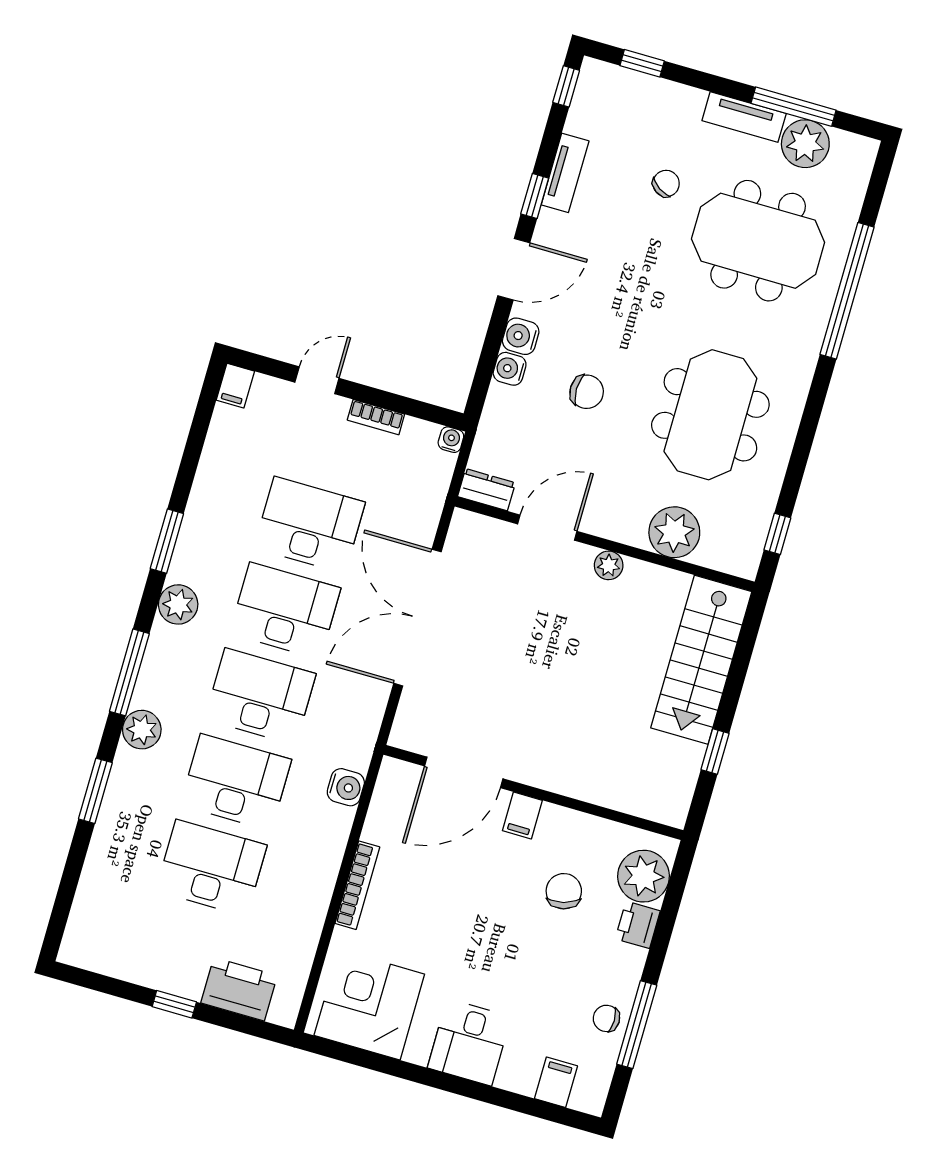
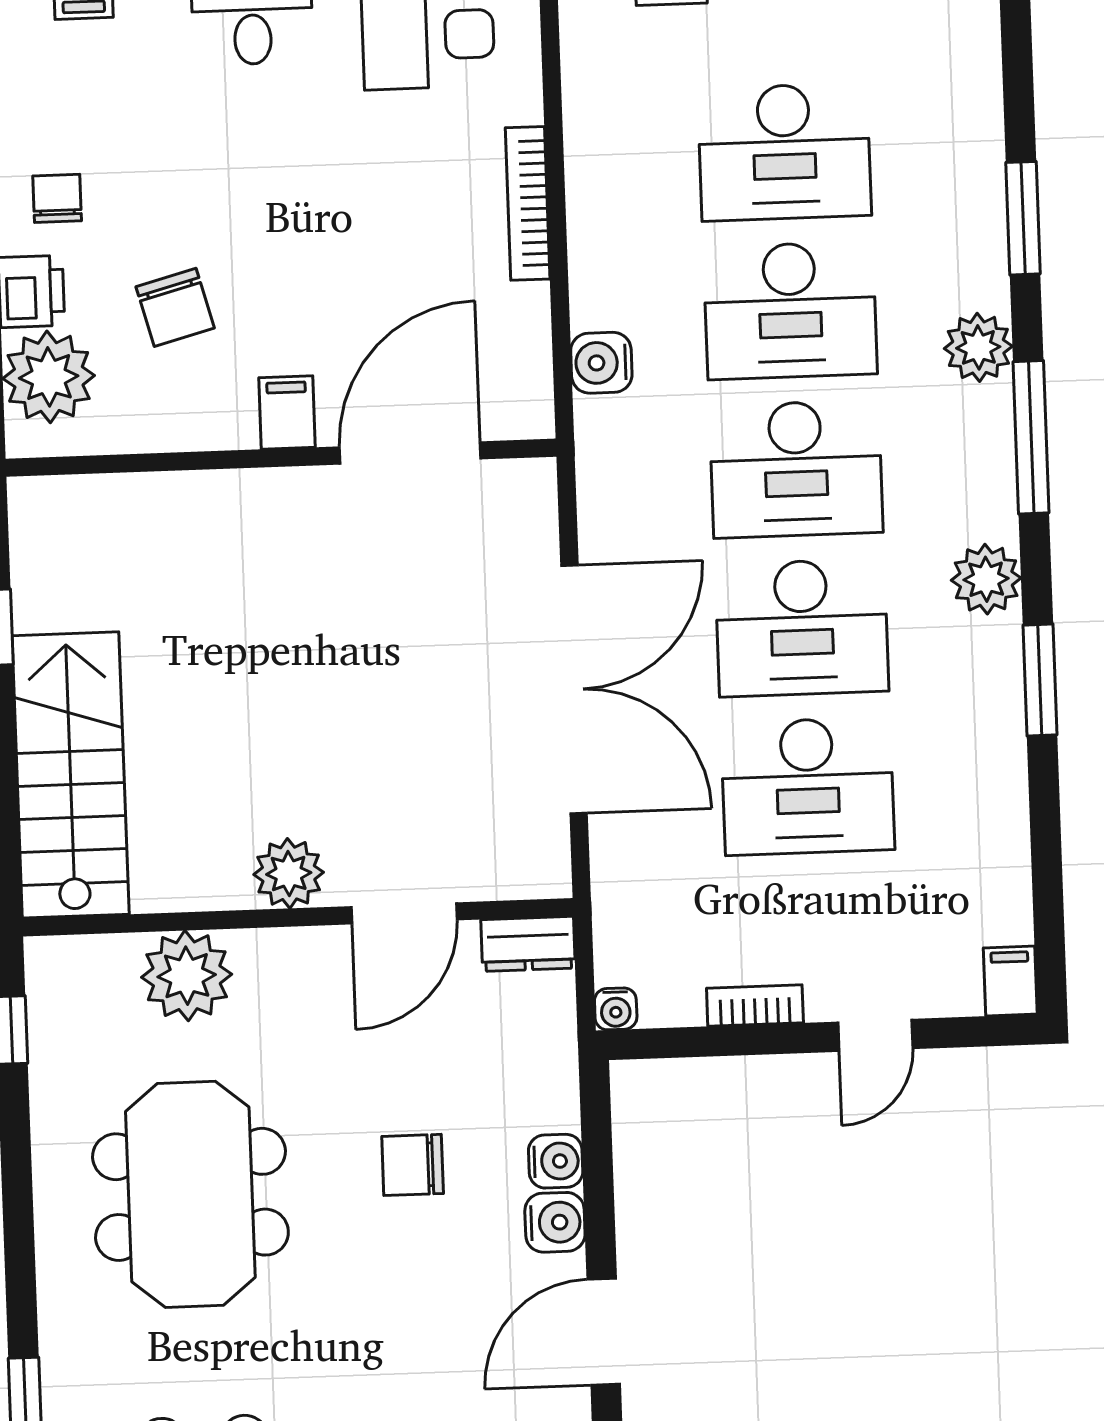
plant: (609, 565) -> (289, 873), width x1.38, depth x1.38
chair: (606, 1018) -> (57, 198), moved, turned -90

